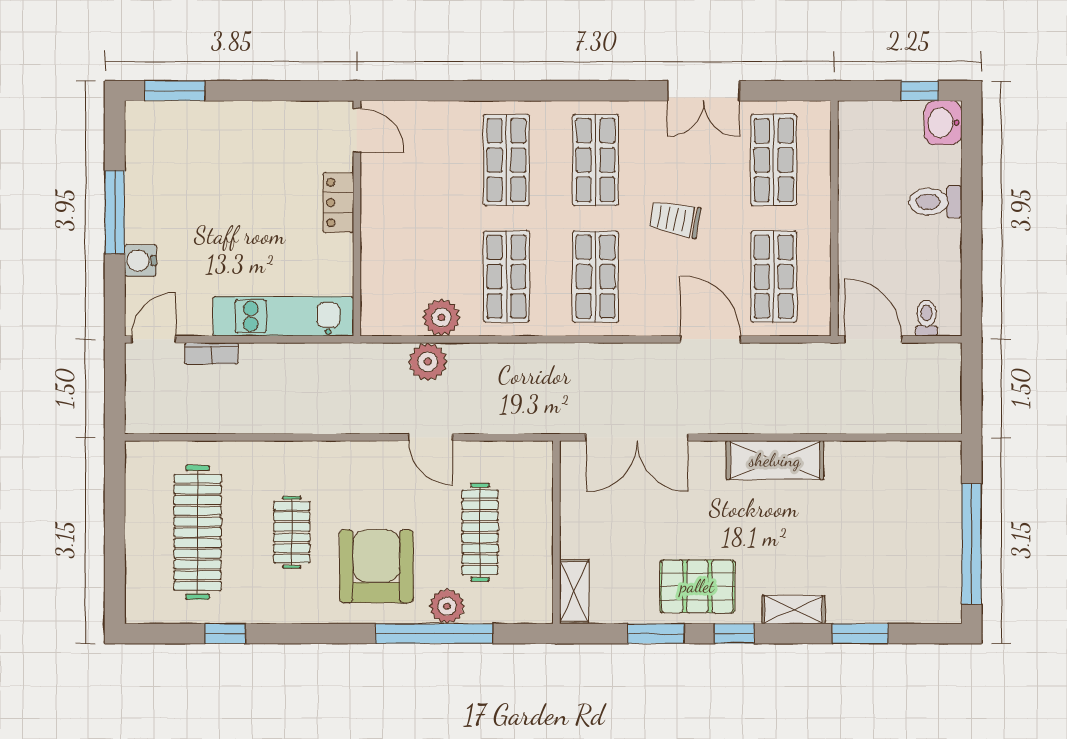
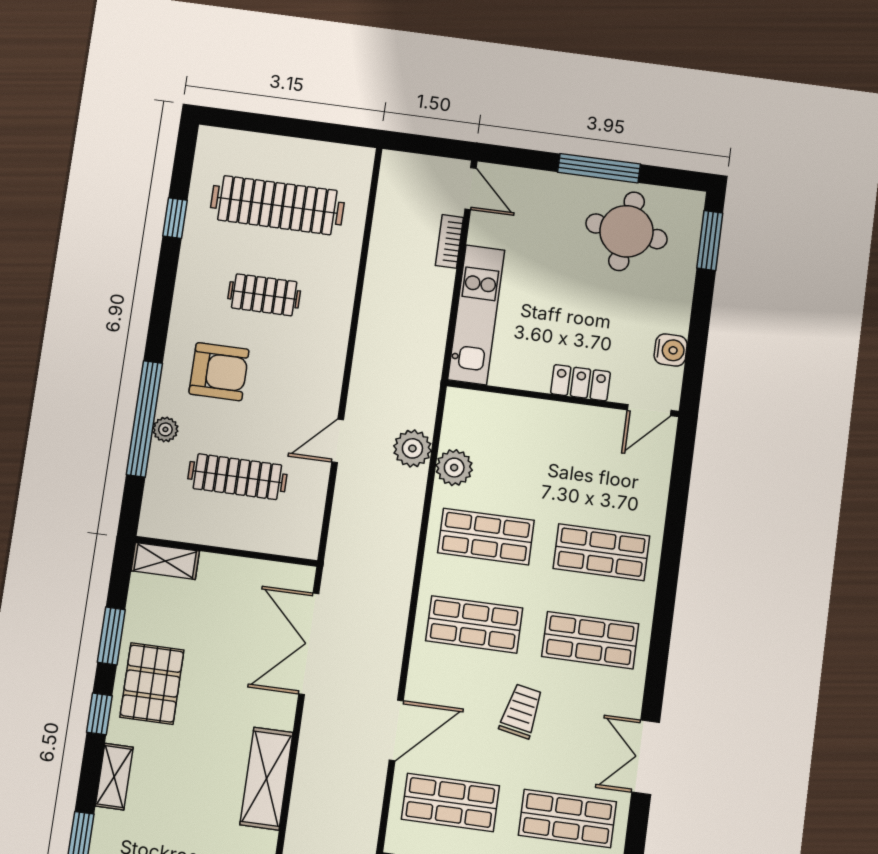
round table: (177, 176) -> (626, 231), added
water cooler: (140, 261) -> (671, 350), moved, turned 90
armchair: (376, 566) -> (219, 372), width x0.73, depth x0.73
plant: (447, 606) -> (165, 429), width x0.73, depth x0.73

